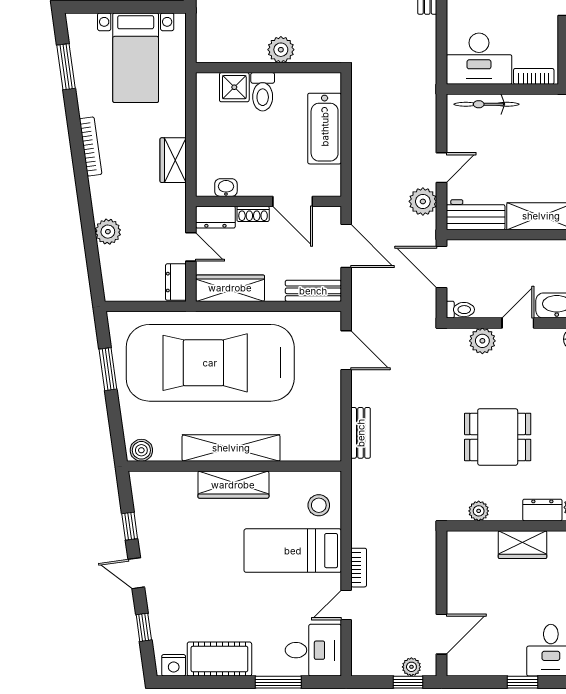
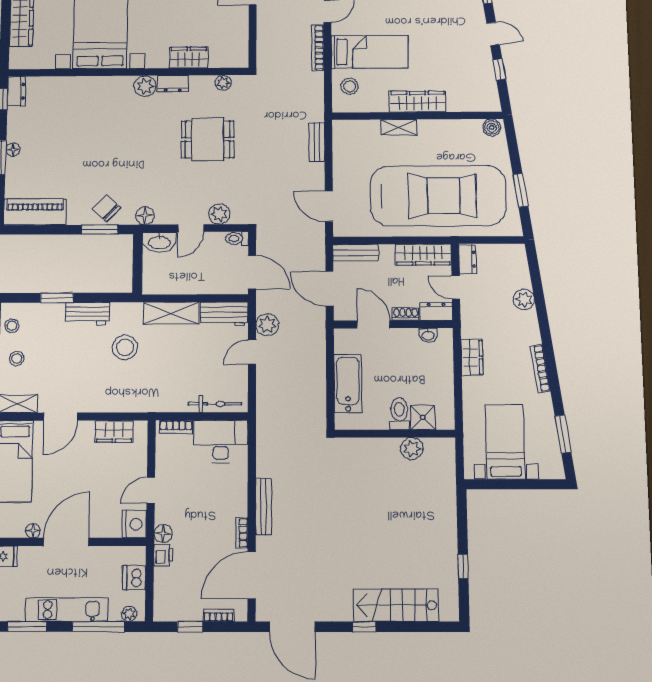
plant: (281, 50) -> (412, 449), moved
shelving: (231, 448) -> (399, 127), width x0.45, depth x0.75
bookcase: (359, 568) -> (318, 48), width x1.56

